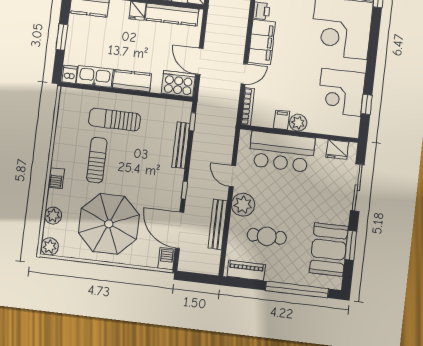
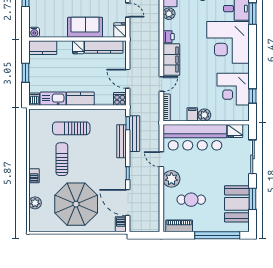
cooker: (178, 84) -> (120, 99), width x0.53, depth x0.76
bar counter: (282, 152) -> (195, 137), width x1.36
bench: (218, 224) -> (135, 134), moved
plant: (50, 247) -> (35, 225), removed

